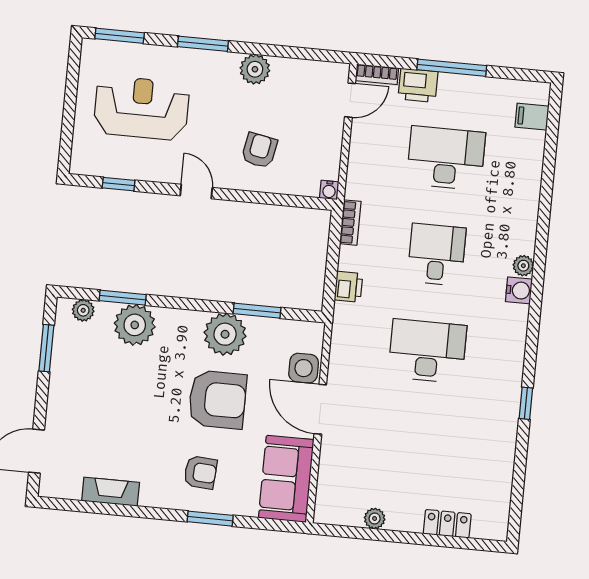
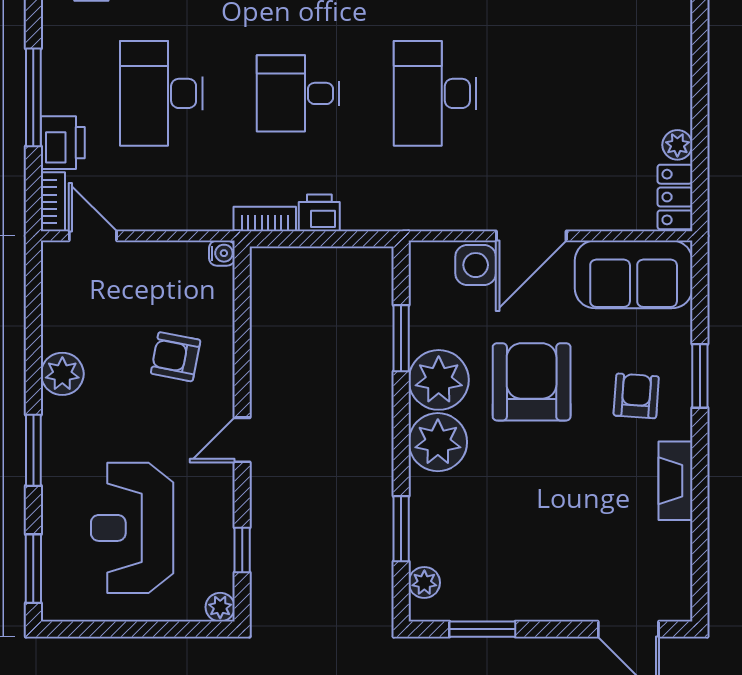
plant: (80, 165) -> (220, 607), added
printer: (348, 287) -> (319, 213), moved
plant: (135, 325) -> (438, 442), moved
fireplace: (111, 492) -> (675, 481), moved
locker: (447, 524) -> (675, 197), moved

